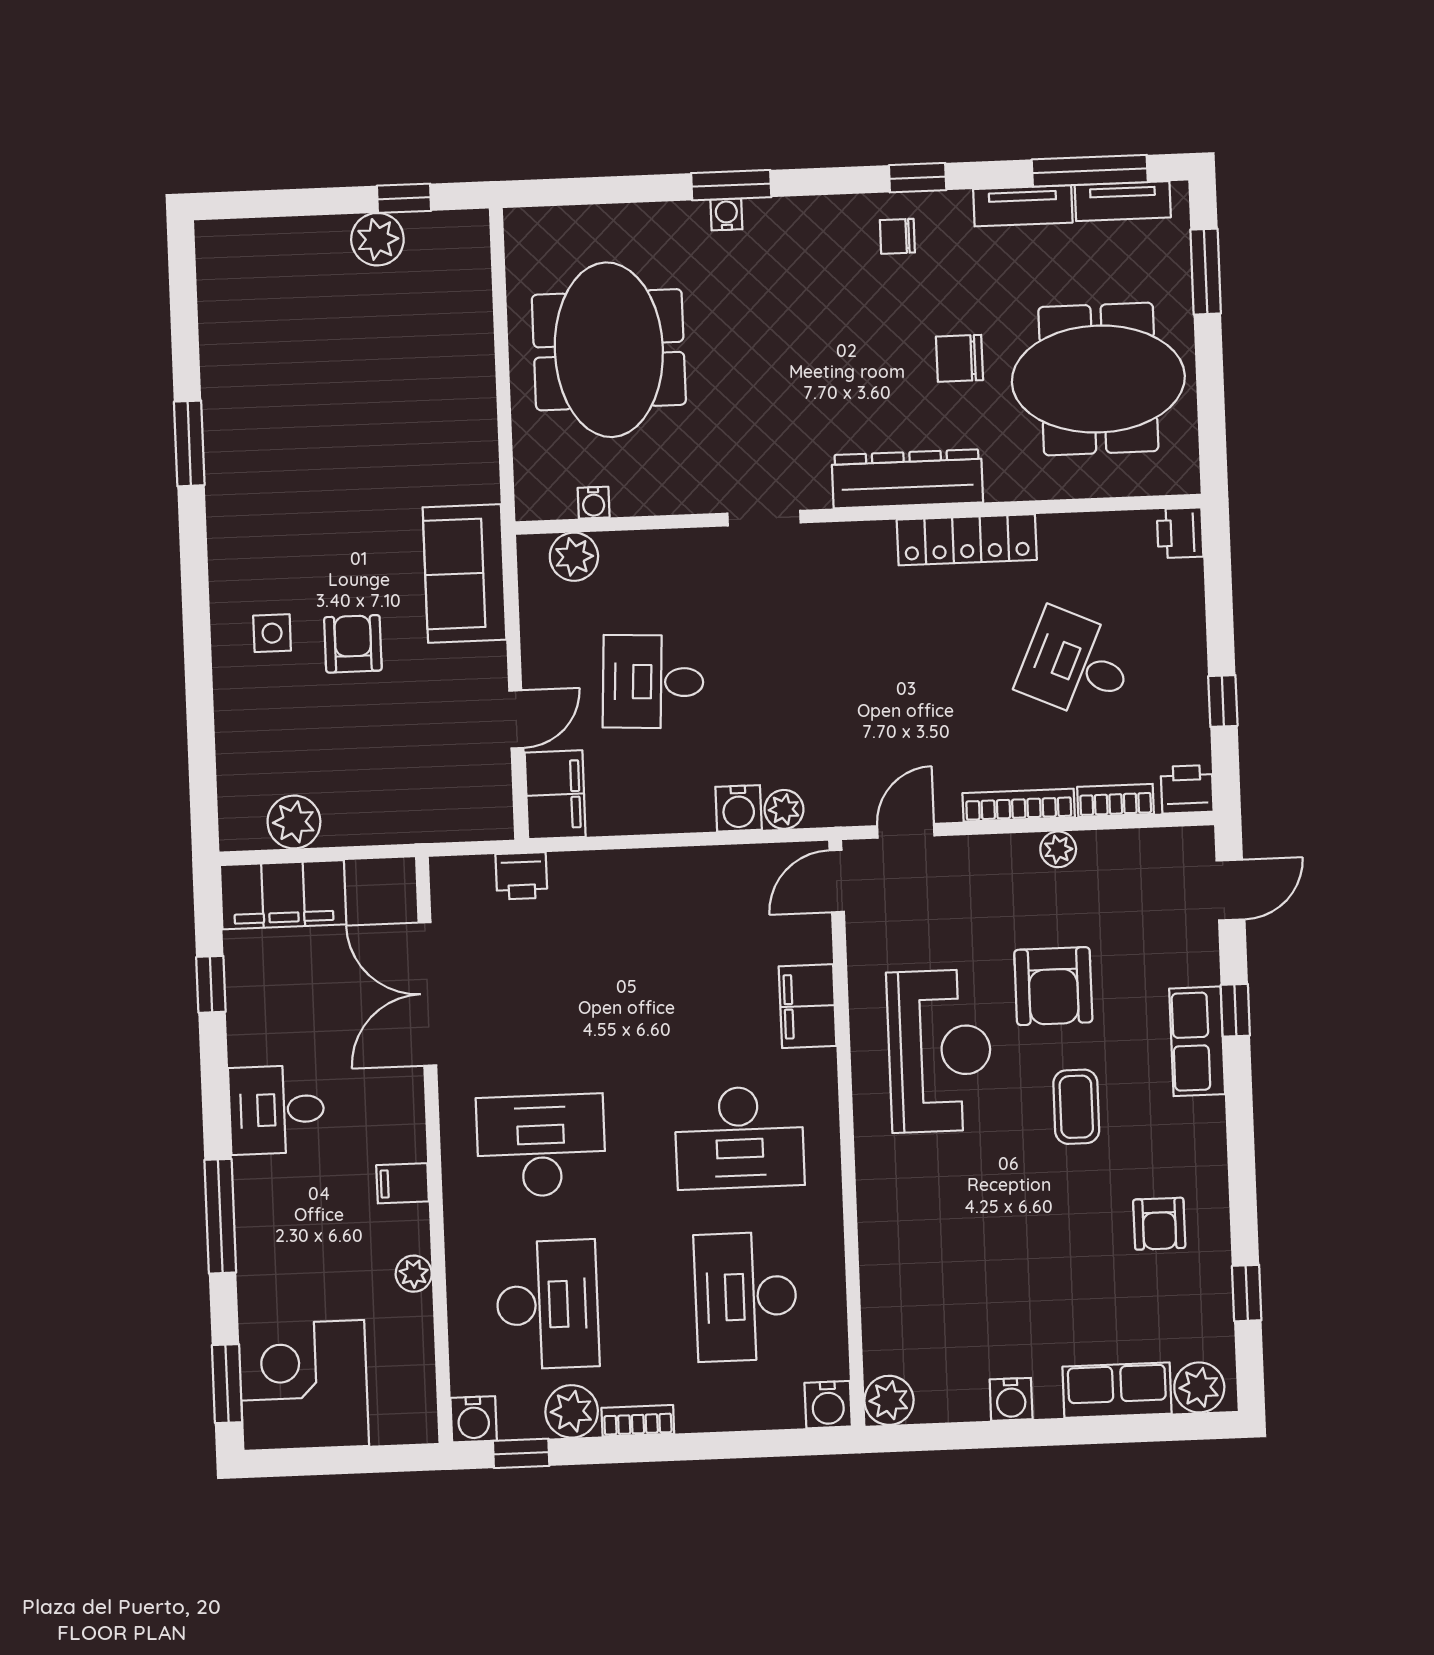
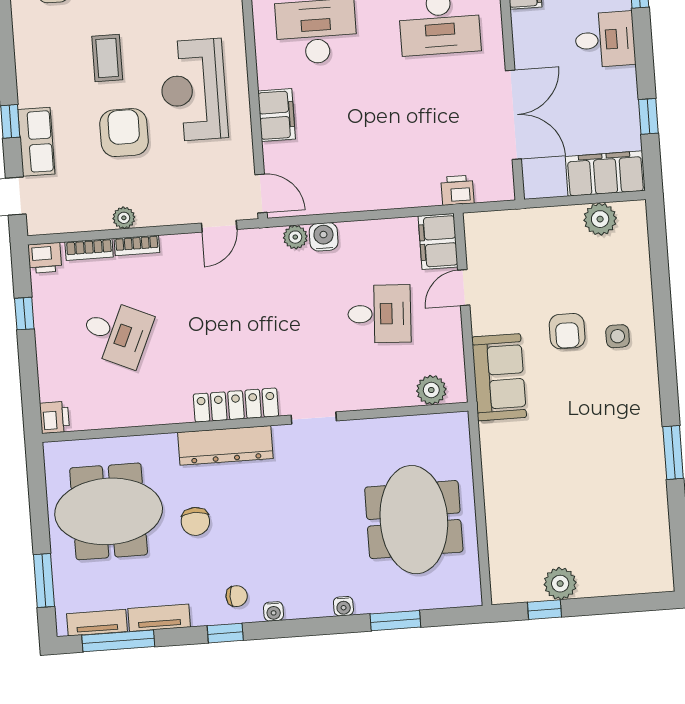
window: (731, 185) -> (395, 621), moved
chair: (960, 358) -> (195, 521), turned 90
water cooler: (594, 503) -> (274, 611), moved, turned 180
locker: (967, 540) -> (236, 405), moved
bookcase: (1019, 805) -> (137, 245), width x0.64
door: (837, 881) -> (261, 194), hinge flipped
row of seats: (1197, 1041) -> (36, 142), moved

